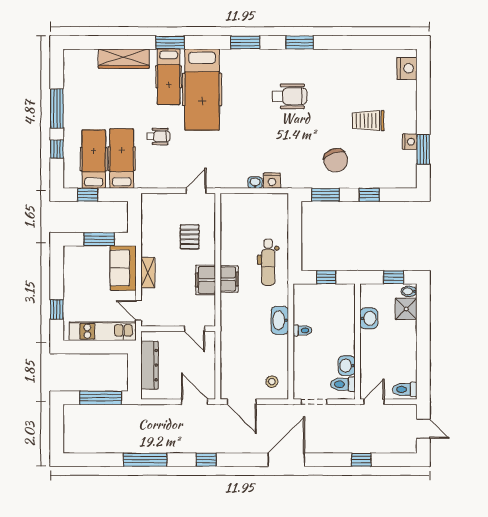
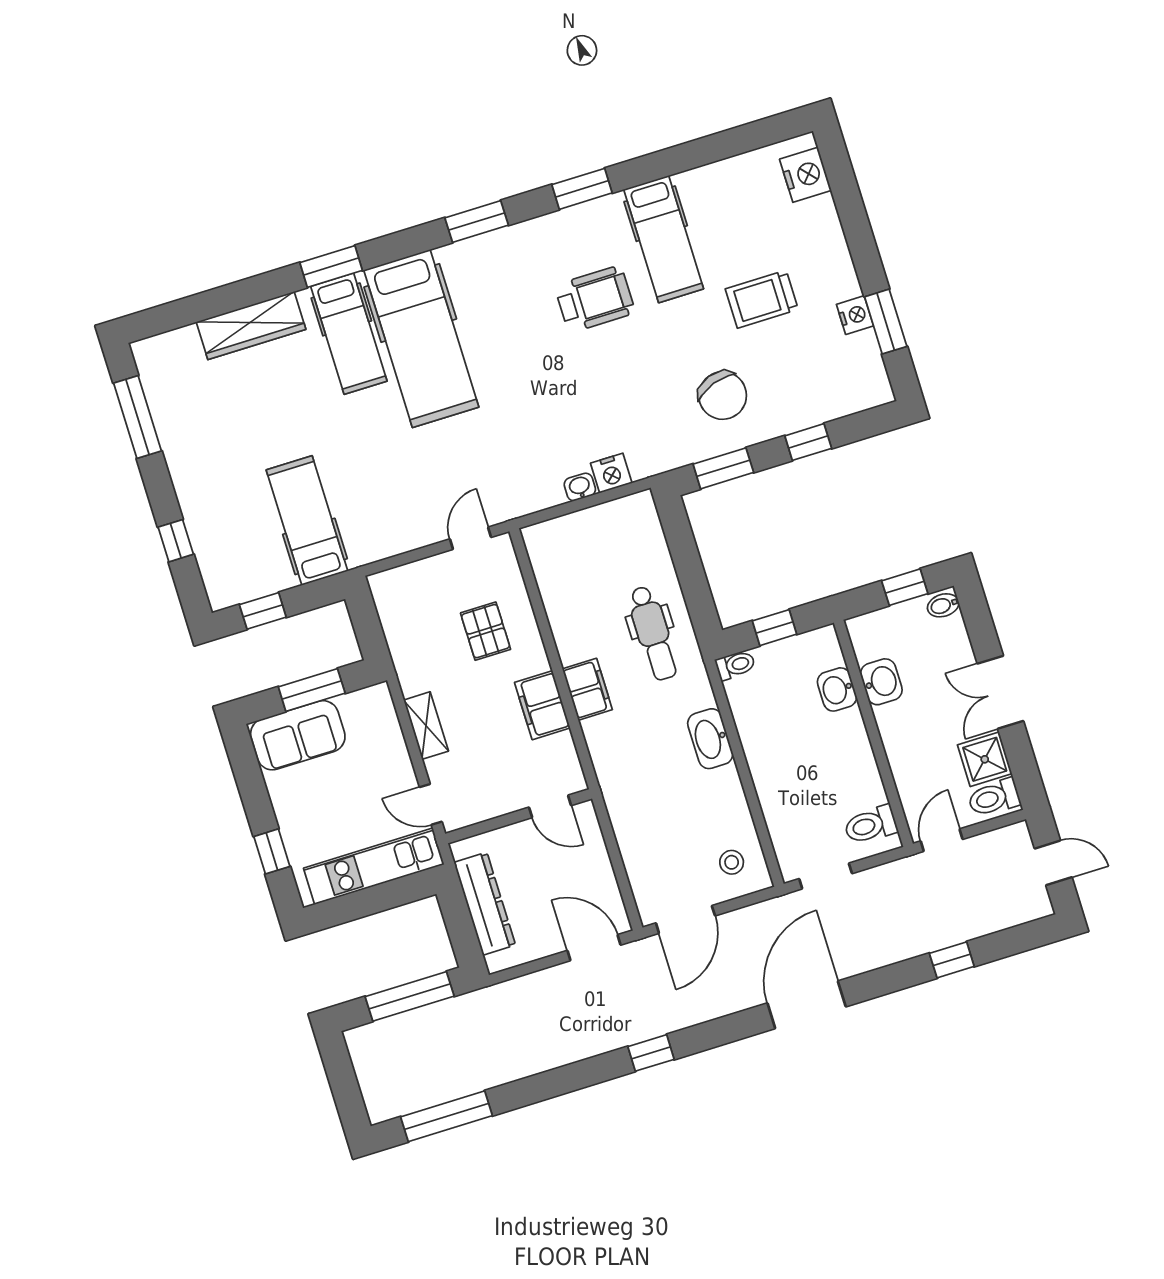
window: (57, 108) -> (137, 417), moved
wheelchair: (158, 136) -> (365, 456), removed
hospital bed: (94, 159) -> (664, 239), moved, turned 180
sofa: (123, 268) -> (298, 735), moved, turned -90
shower: (406, 309) -> (985, 759), moved
toilet: (302, 330) -> (735, 665), moved
double door: (423, 341) -> (1000, 692), added
washbasin: (347, 366) -> (837, 689), moved
door: (242, 402) -> (685, 919), hinge flipped
window: (145, 460) -> (447, 1116), moved

